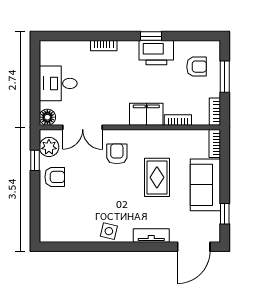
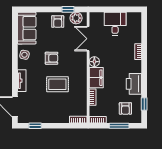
window: (151, 36) -> (144, 104), moved
floor lamp: (47, 117) -> (94, 62), moved
armchair: (117, 154) -> (52, 58), moved
sofa: (205, 185) -> (27, 28), moved, turned 90

